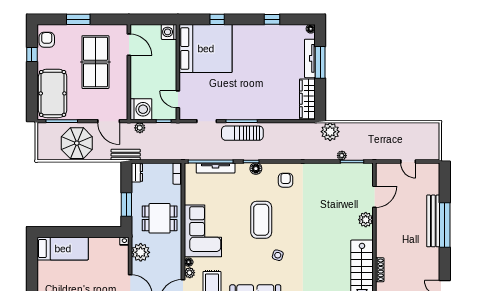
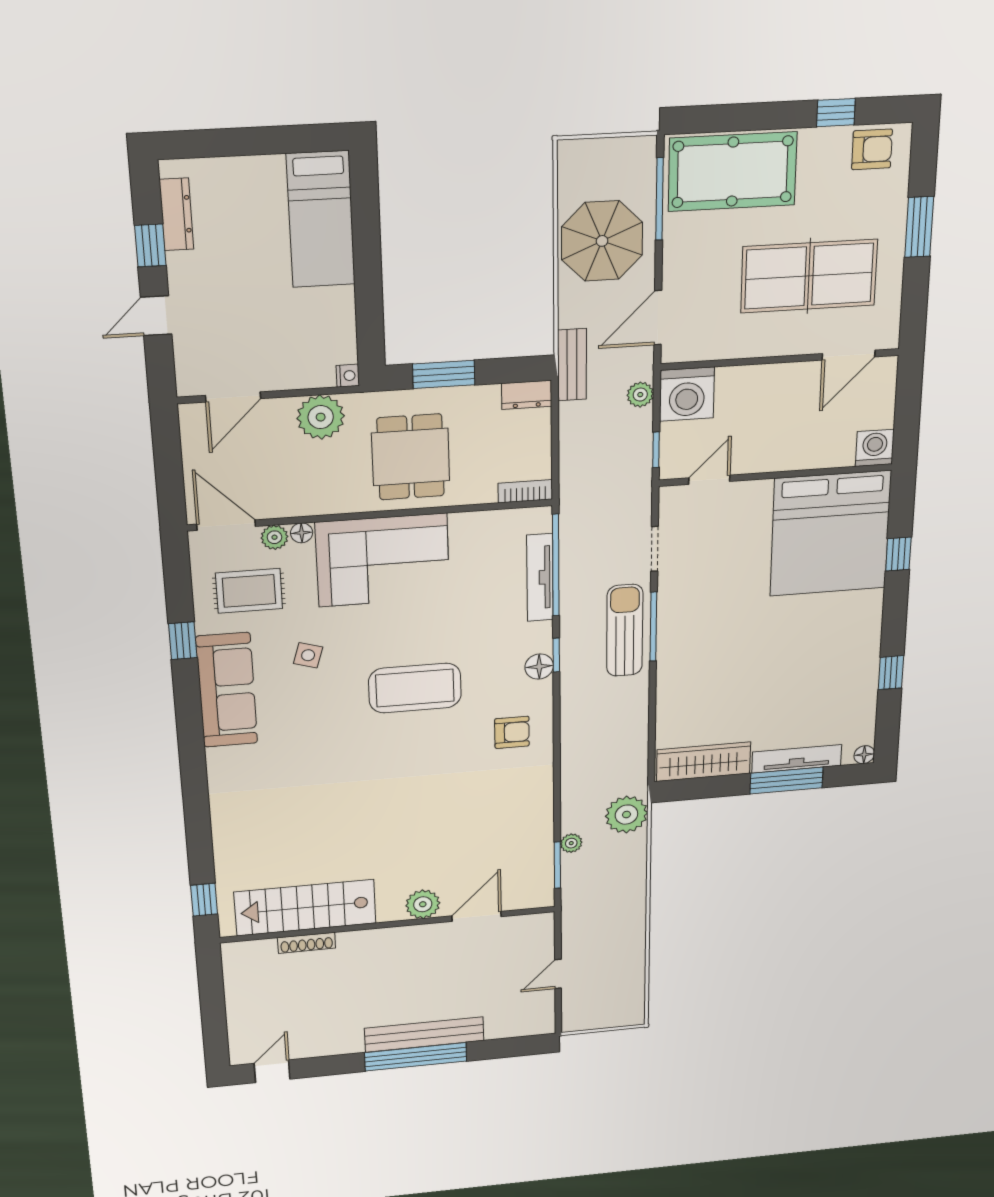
door: (374, 197) -> (477, 916), swing flipped
side table: (278, 255) -> (308, 655), moved

